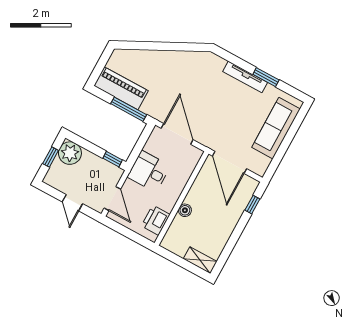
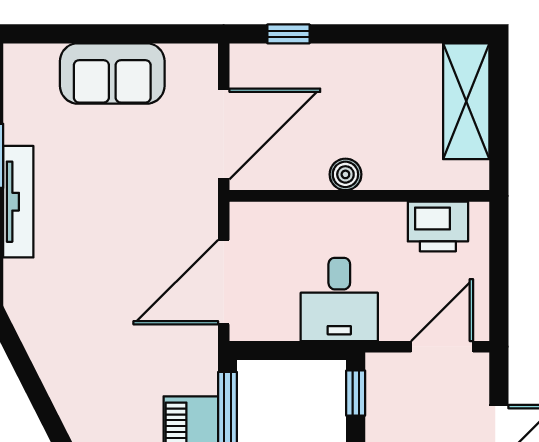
sofa: (276, 128) -> (112, 73), width x0.73
boiler: (185, 210) -> (345, 174), moved
shelving: (200, 260) -> (466, 101), width x1.50, depth x1.33

